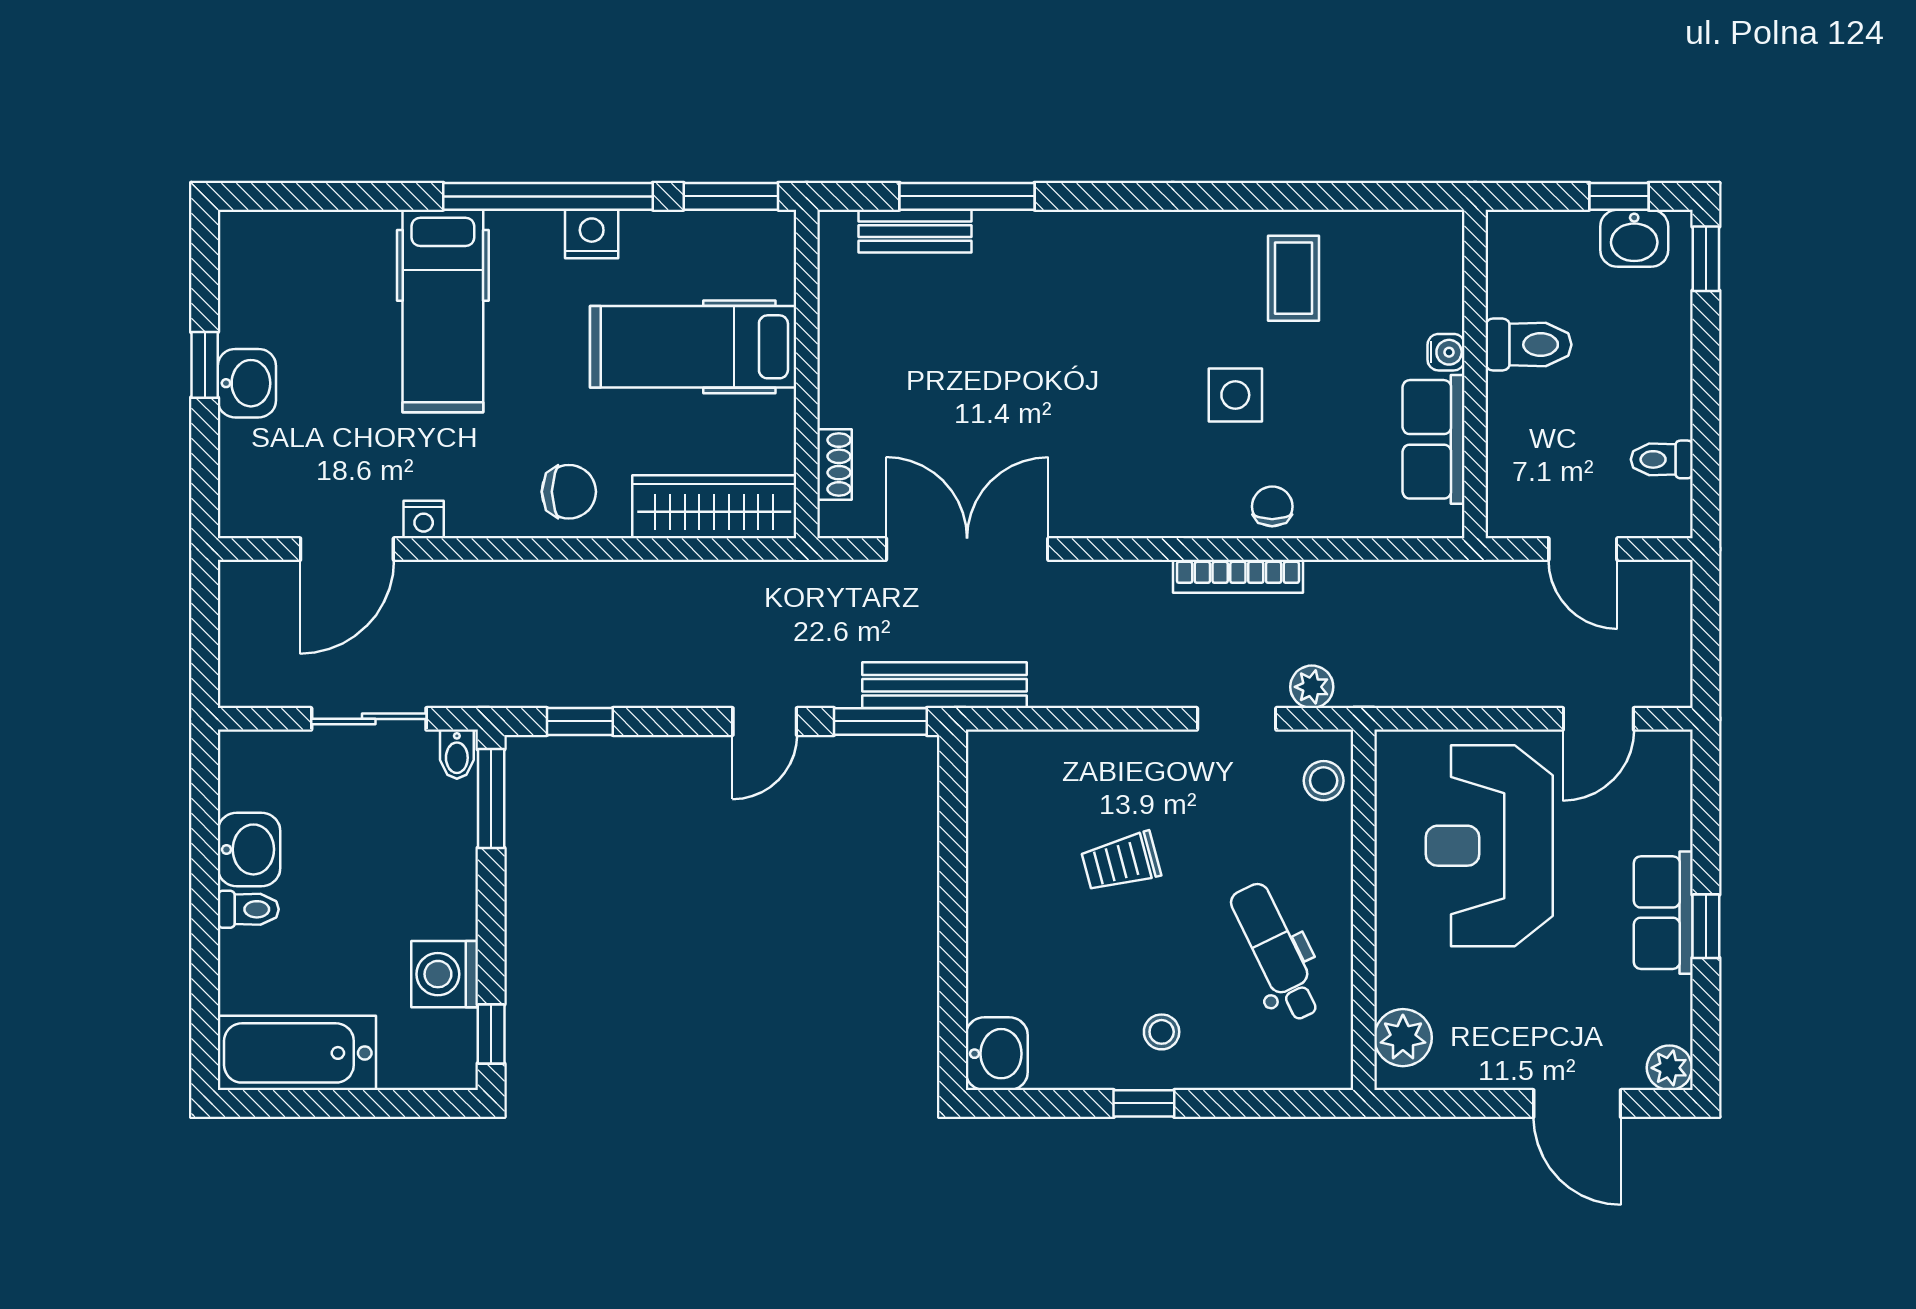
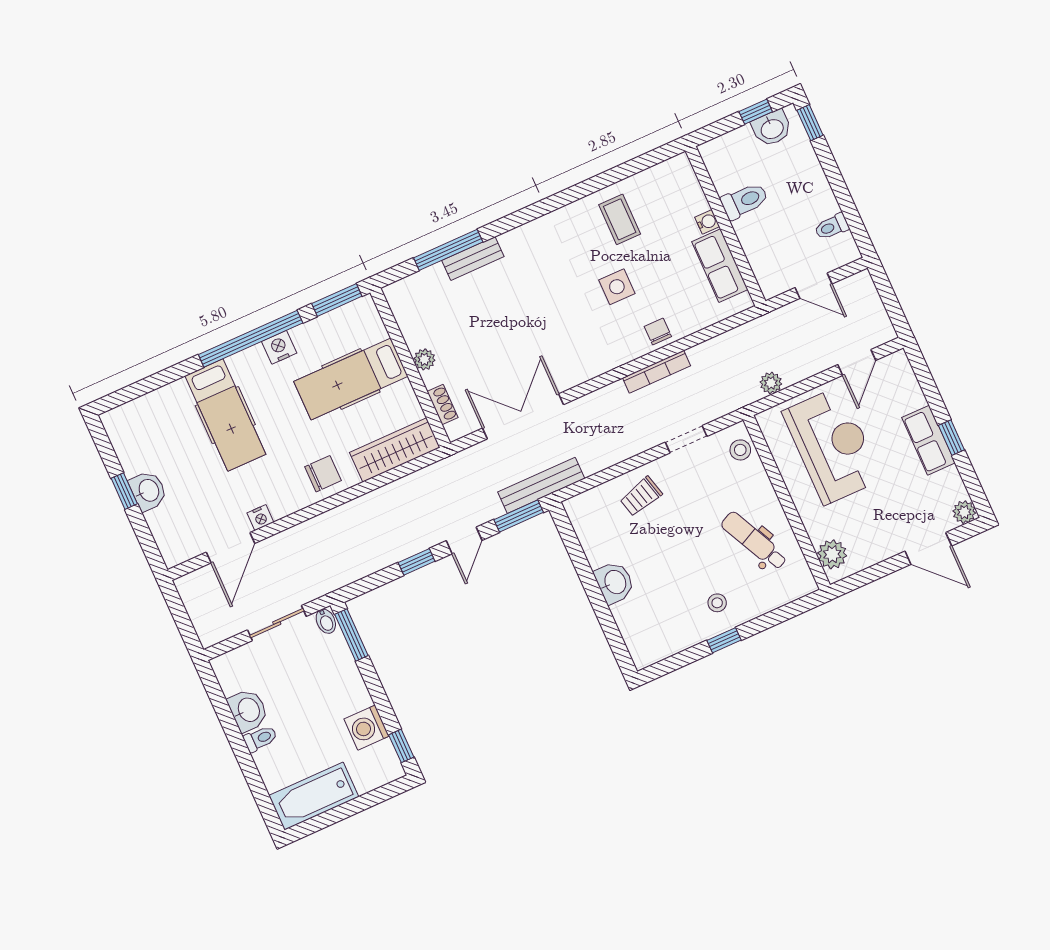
bench: (915, 231) -> (473, 259), moved
plant: (838, 371) -> (424, 359), added
plant: (1312, 687) -> (771, 383), moved
window: (580, 721) -> (417, 562), moved
reception desk: (1489, 846) -> (832, 446), turned 180
trolley: (1121, 862) -> (641, 496), moved
washbasin: (997, 1054) -> (614, 582), moved

